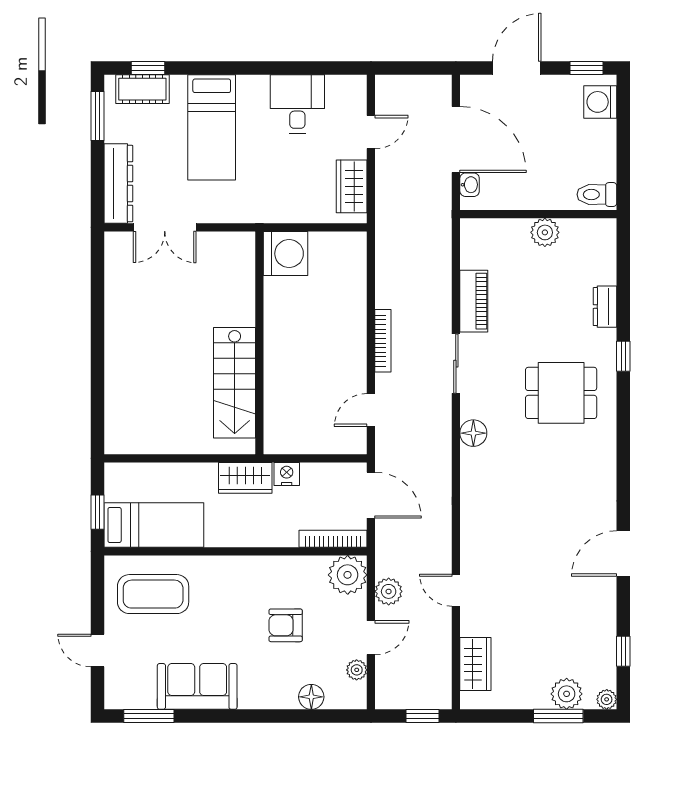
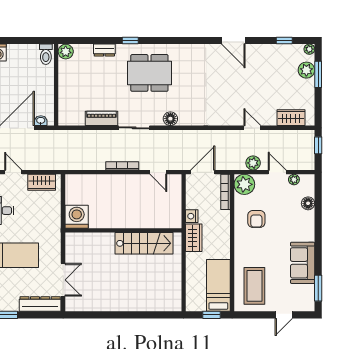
plant: (545, 232) -> (66, 52), moved
dining table: (561, 393) -> (149, 73), width x1.38
door: (456, 590) -> (252, 128), swing flipped
armchair: (286, 625) -> (256, 219), moved

